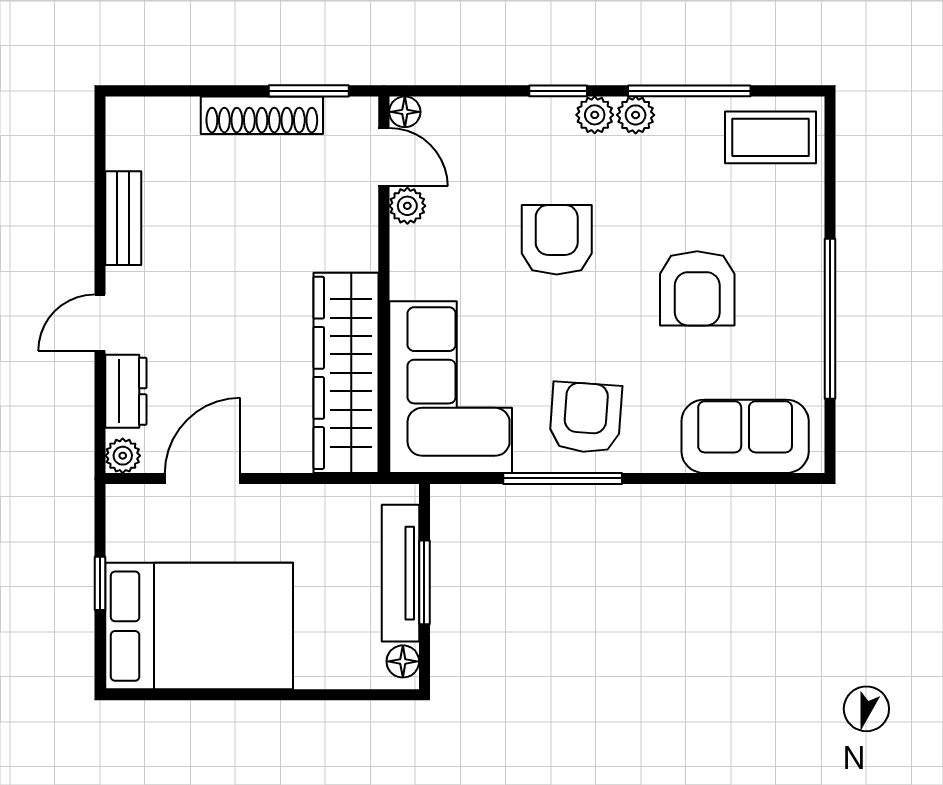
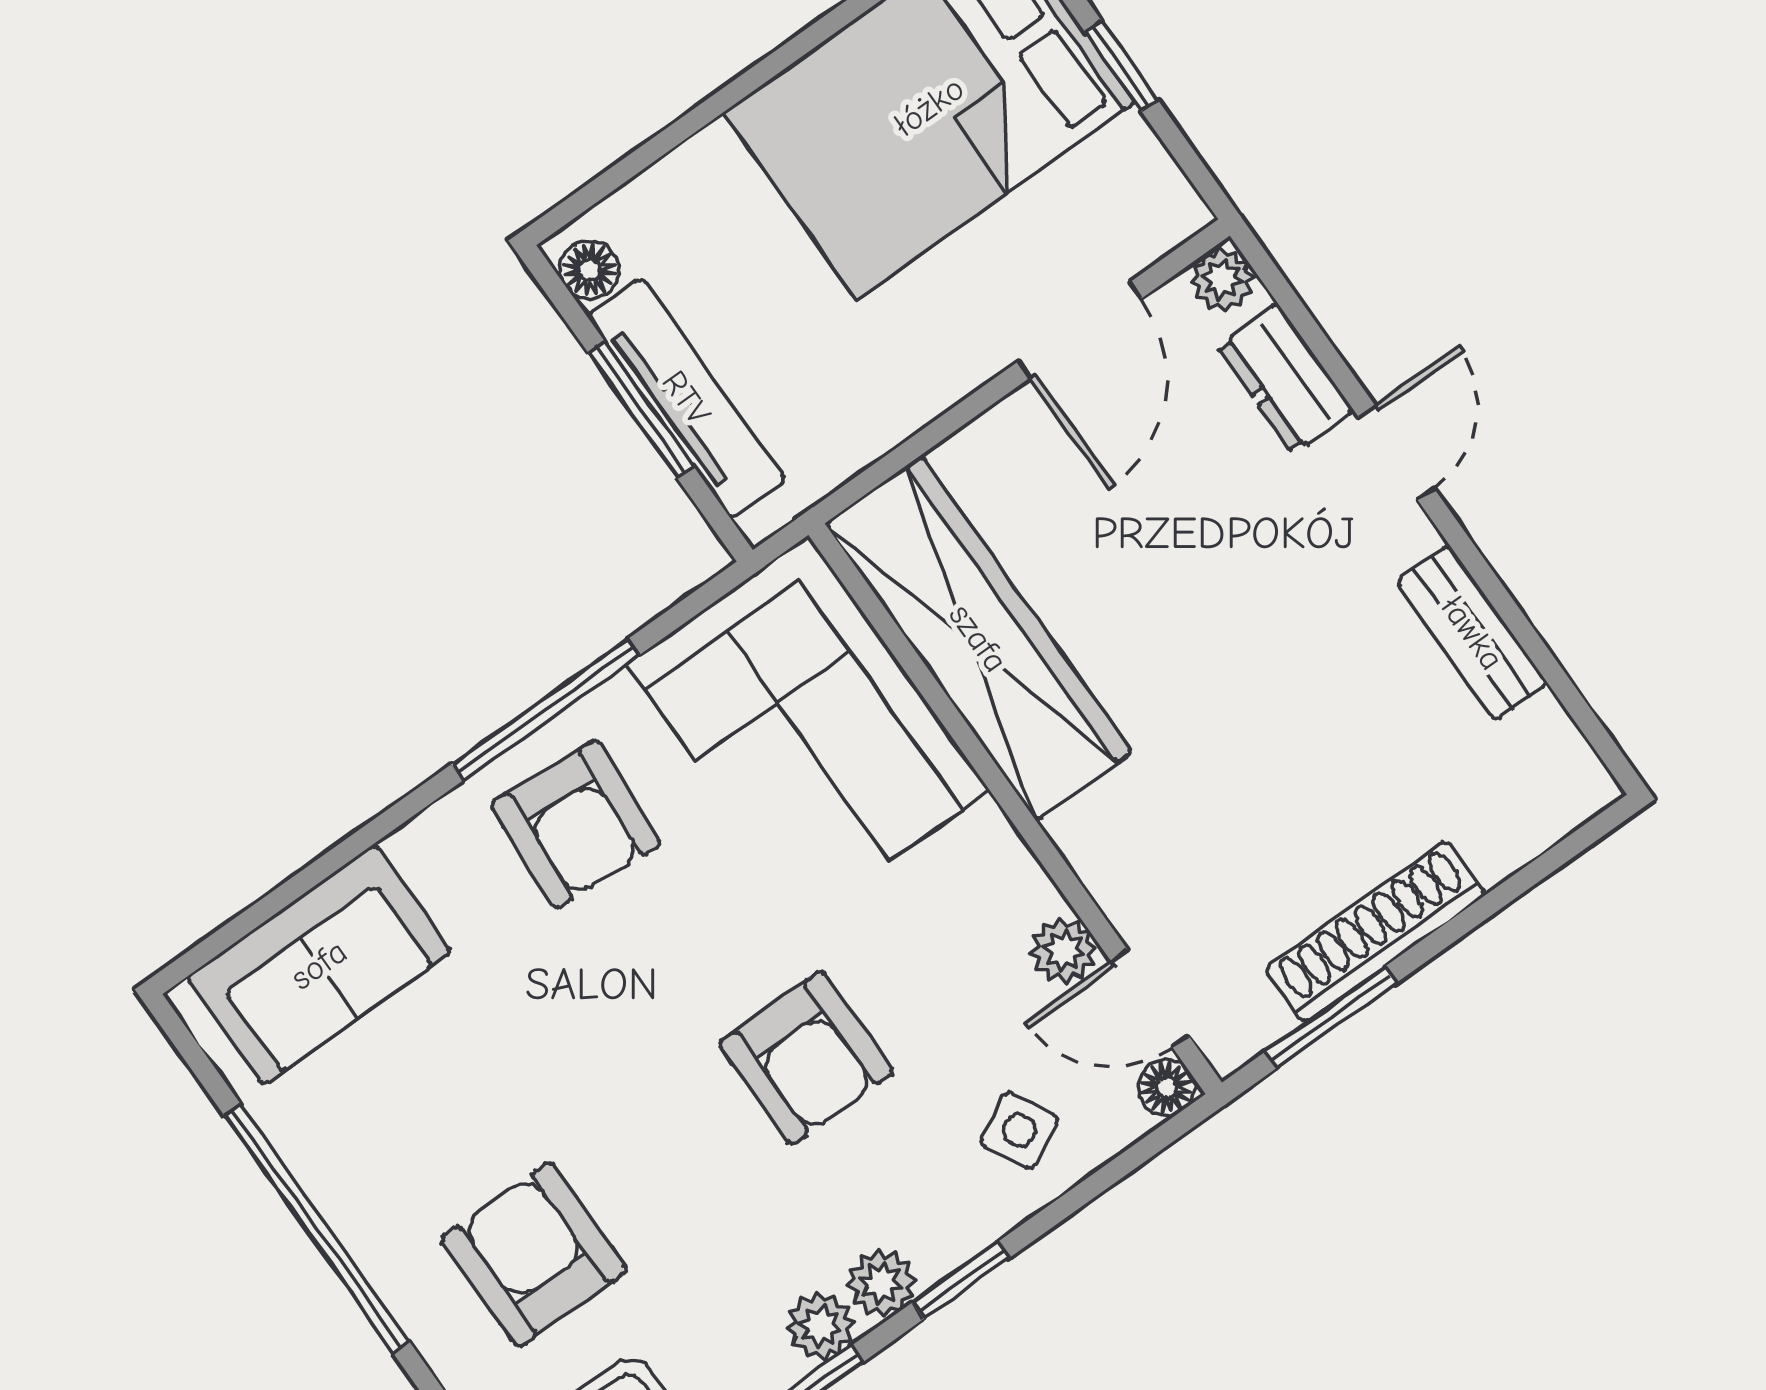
side table: (484, 139) -> (1019, 1130), added
armchair: (697, 288) -> (534, 1254), moved

